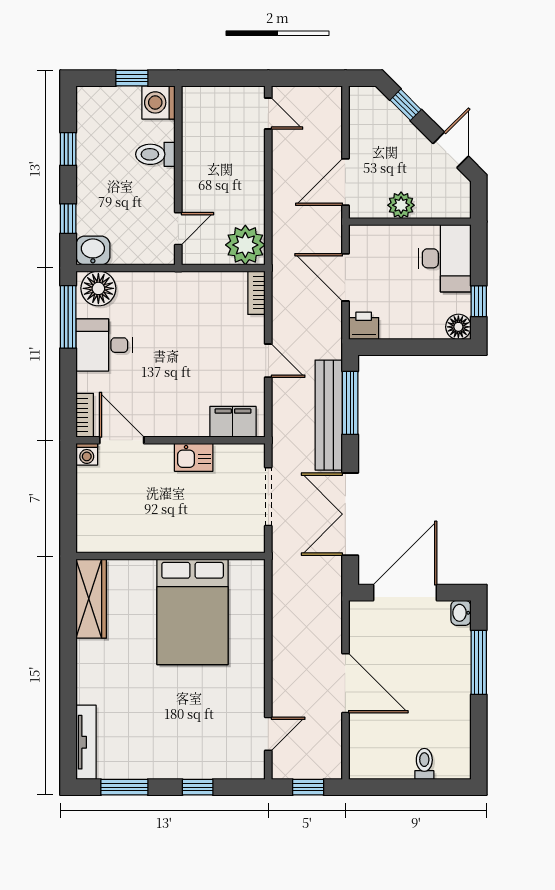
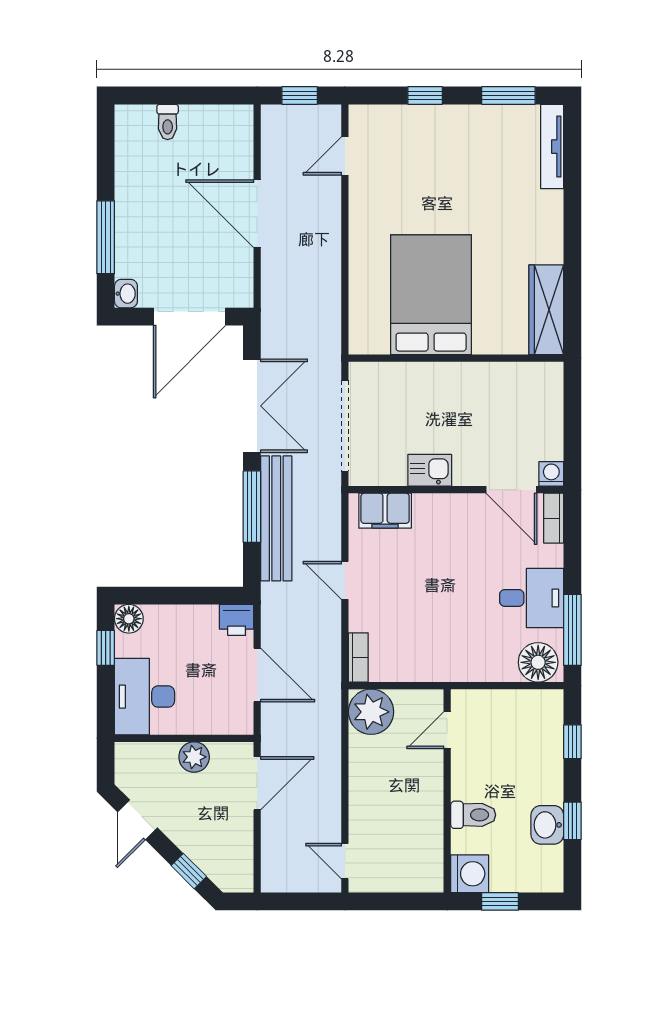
washbasin: (93, 250) -> (547, 825), moved, turned 90
window: (350, 403) -> (252, 507), moved
doorway: (268, 497) -> (345, 426), width x1.36

